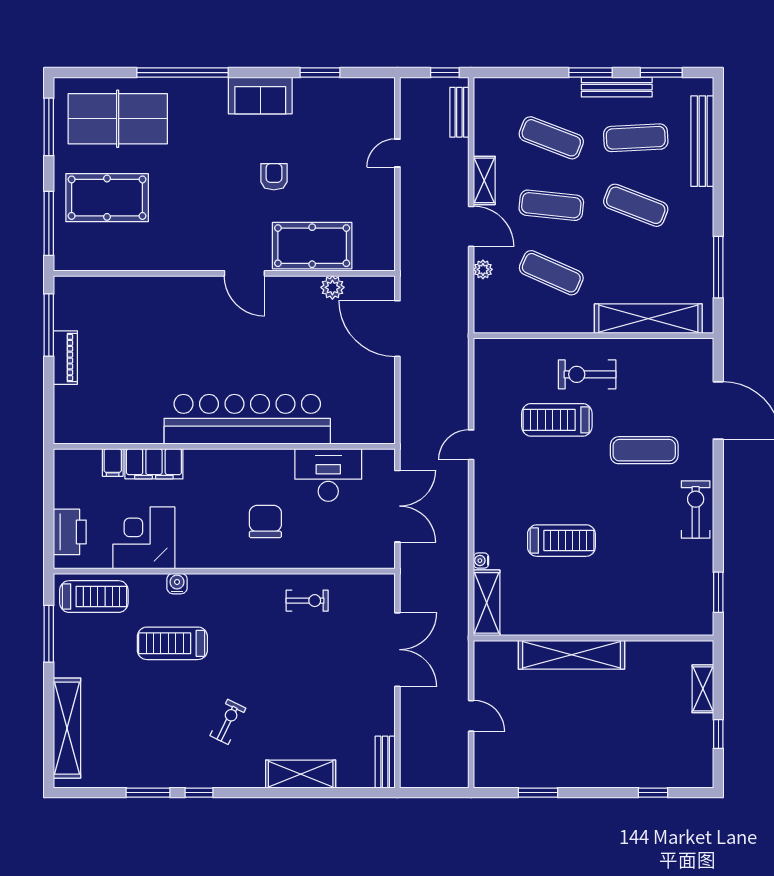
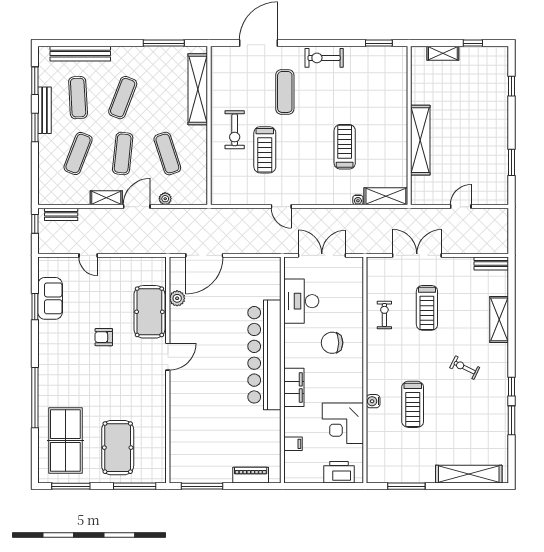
sofa: (260, 96) -> (50, 298), moved
exercise mat: (551, 273) -> (167, 153), turned -42
piano: (65, 358) -> (251, 475), moved
filing cabinet: (154, 464) -> (294, 387), moved
treadmill: (94, 597) -> (427, 308), moved, turned 180

